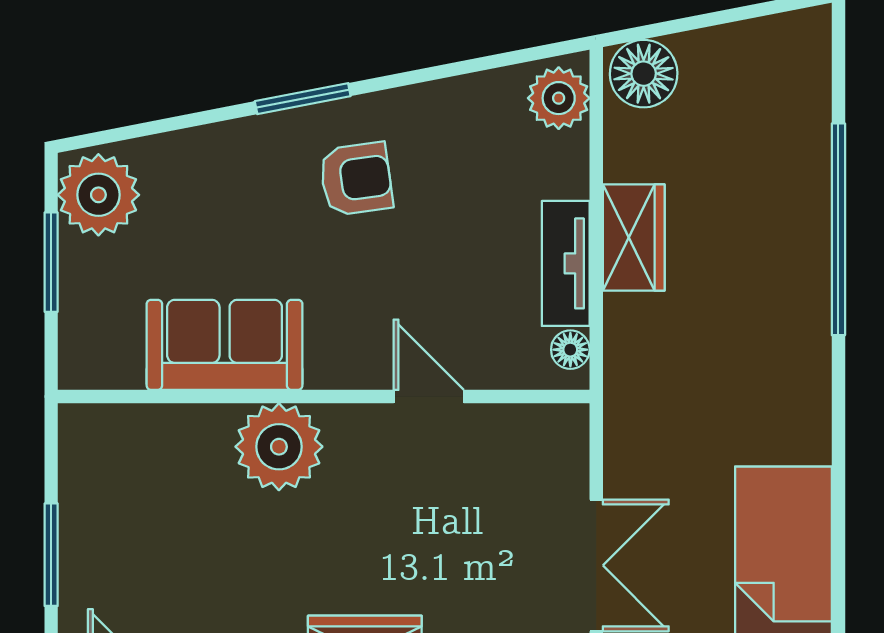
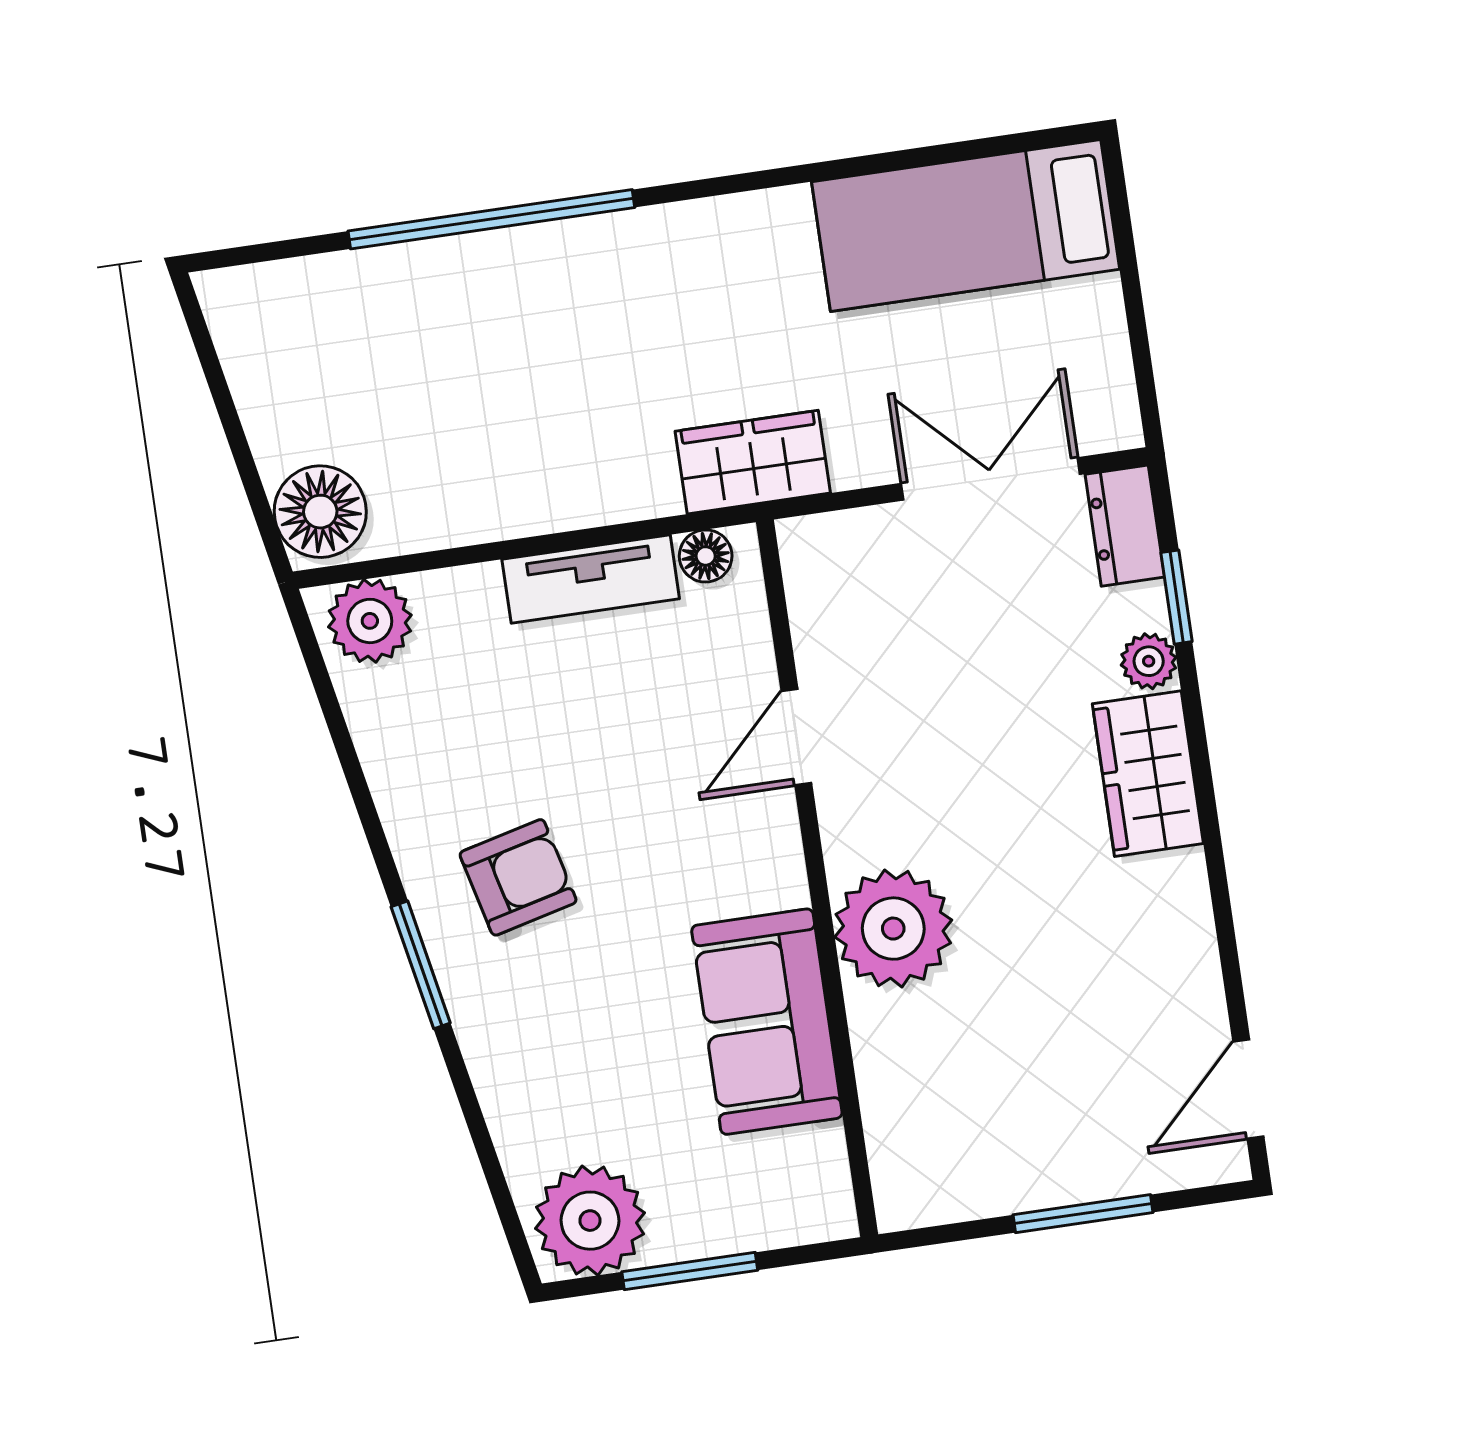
armchair: (356, 179) -> (518, 877), turned 84
wardrobe: (634, 237) -> (753, 462), moved

